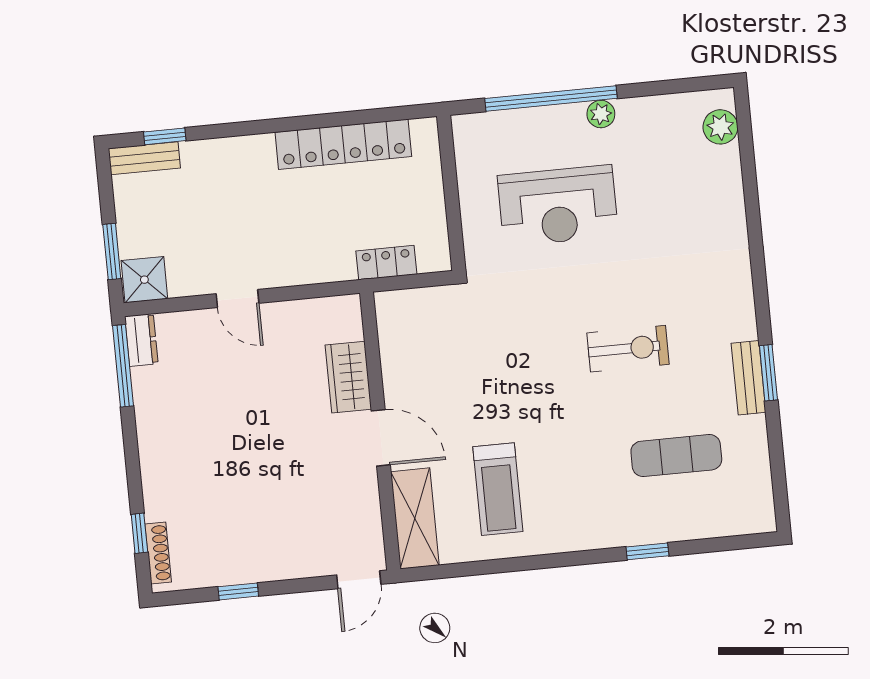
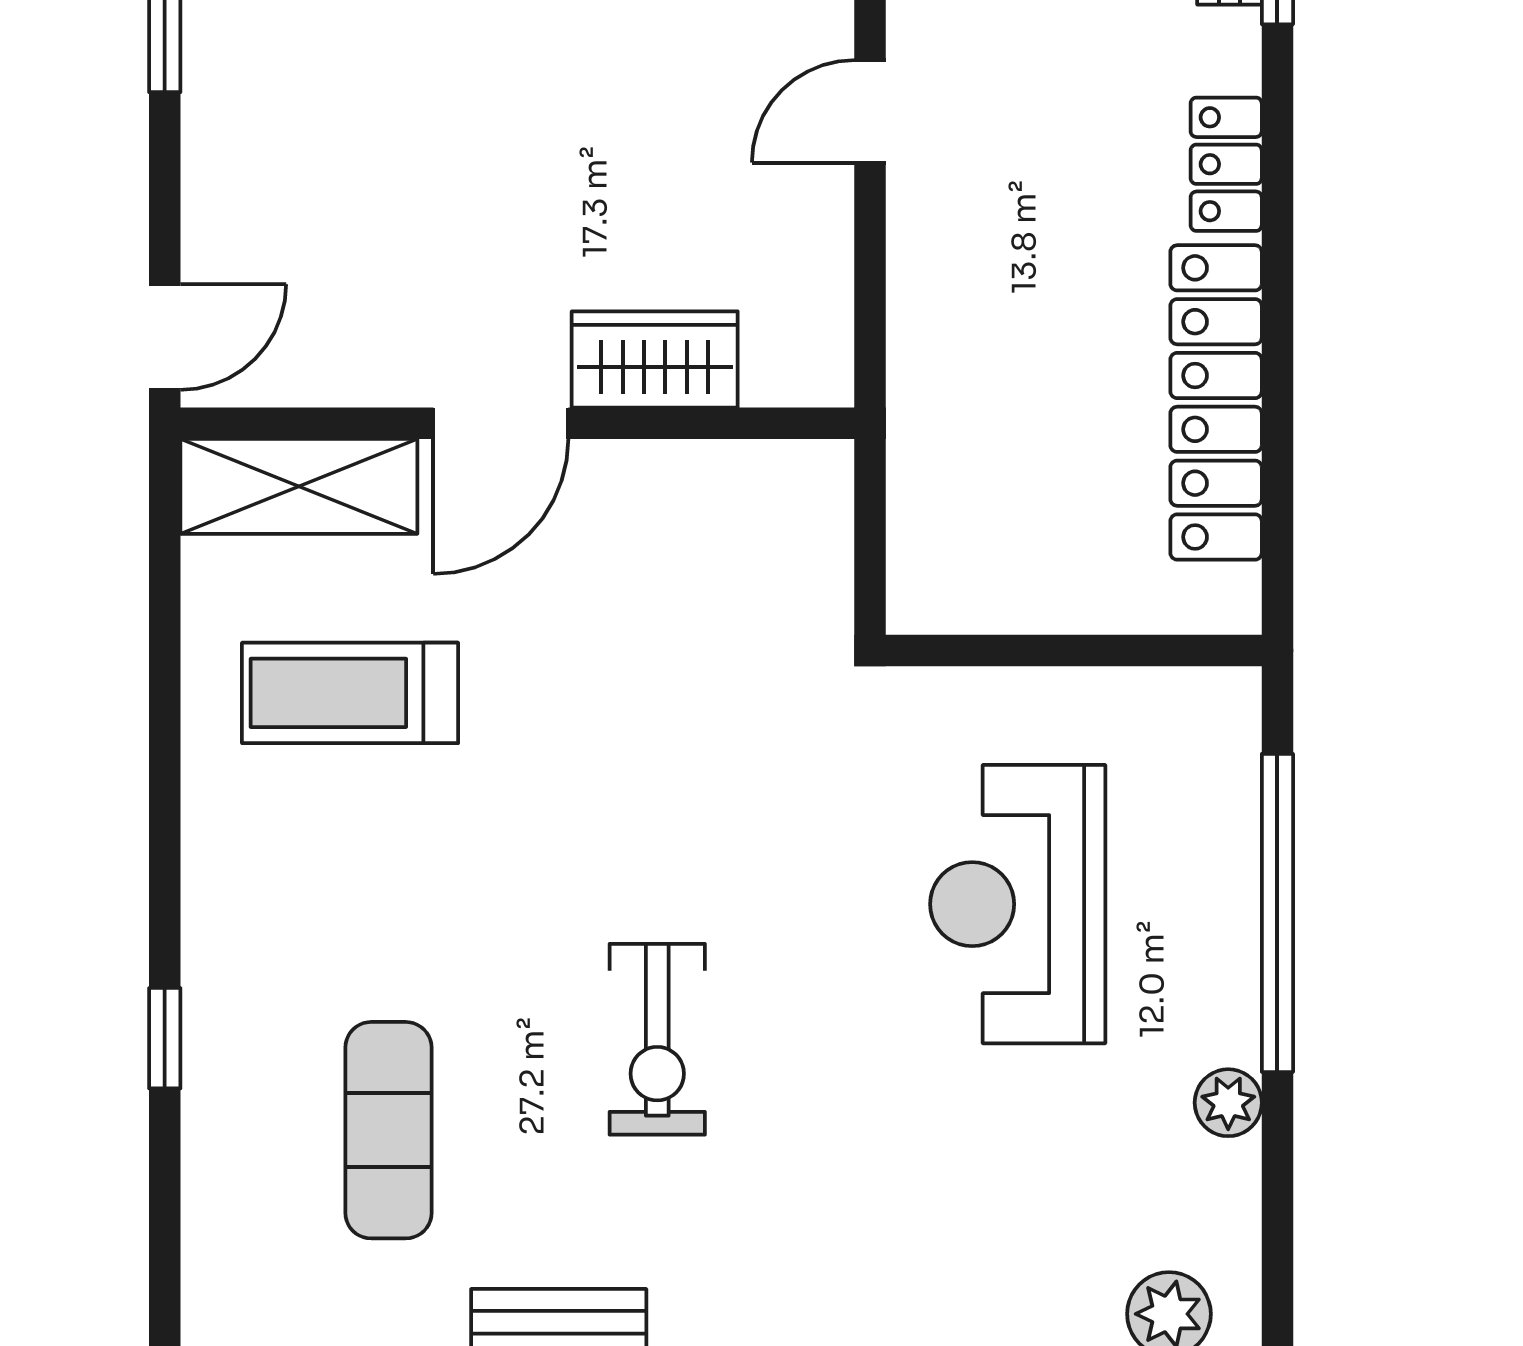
plant: (601, 114) -> (1228, 1103), moved
locker: (386, 263) -> (1226, 164), moved, turned 180
door: (359, 580) -> (165, 337), swing flipped

